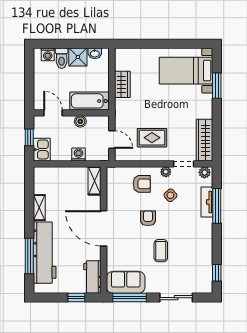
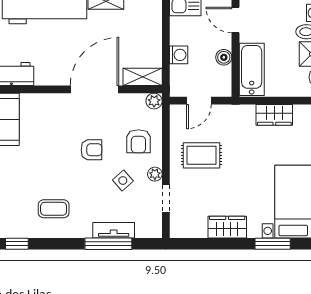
door: (53, 113) -> (235, 20), swing flipped
rug: (152, 138) -> (202, 155), turned 90
wardrobe: (205, 140) -> (227, 227), moved, width x0.67
plant: (205, 172) -> (154, 101), moved
door: (104, 228) -> (95, 89), moved
coffee table: (161, 251) -> (54, 209), moved

